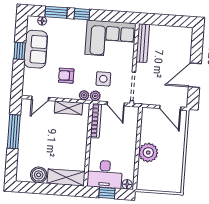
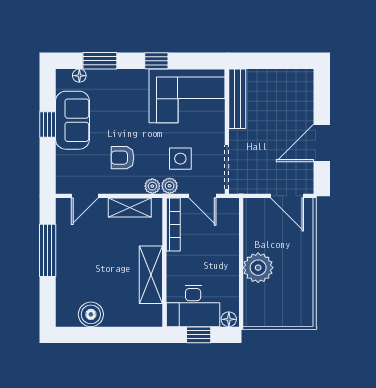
window: (82, 14) -> (156, 61), moved
shelving: (66, 177) -> (151, 275), moved, turned 90

